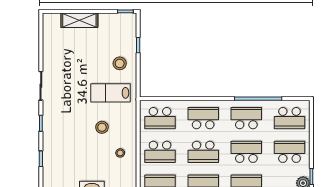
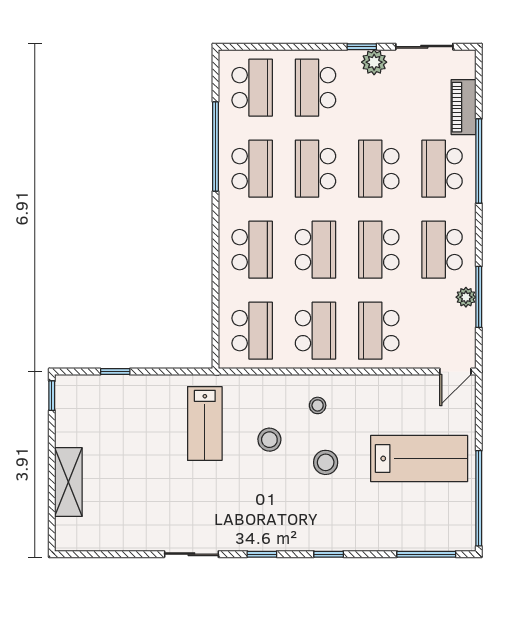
stool: (120, 63) -> (326, 462), moved
school desk: (203, 118) -> (252, 250), turned 180
school desk: (246, 118) -> (252, 169), turned 180

